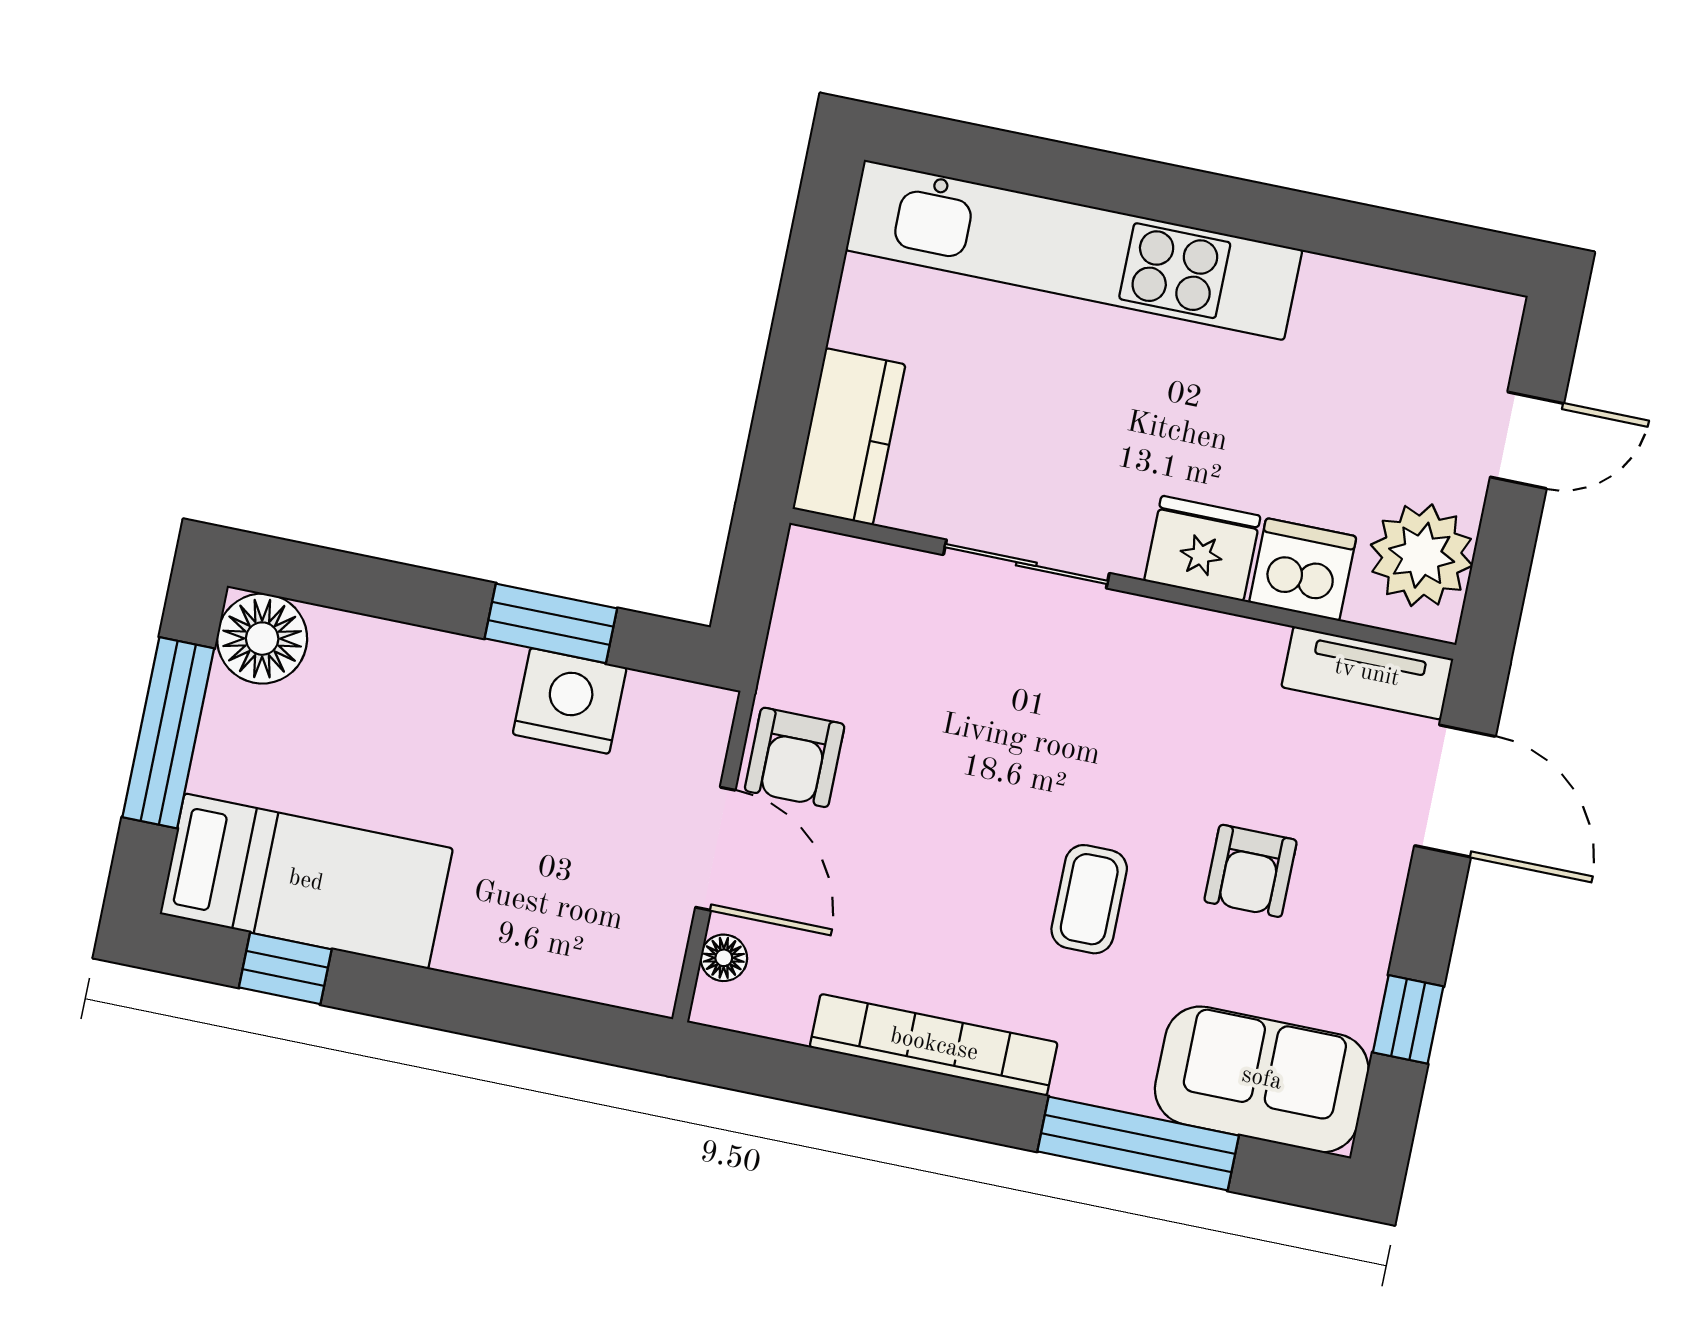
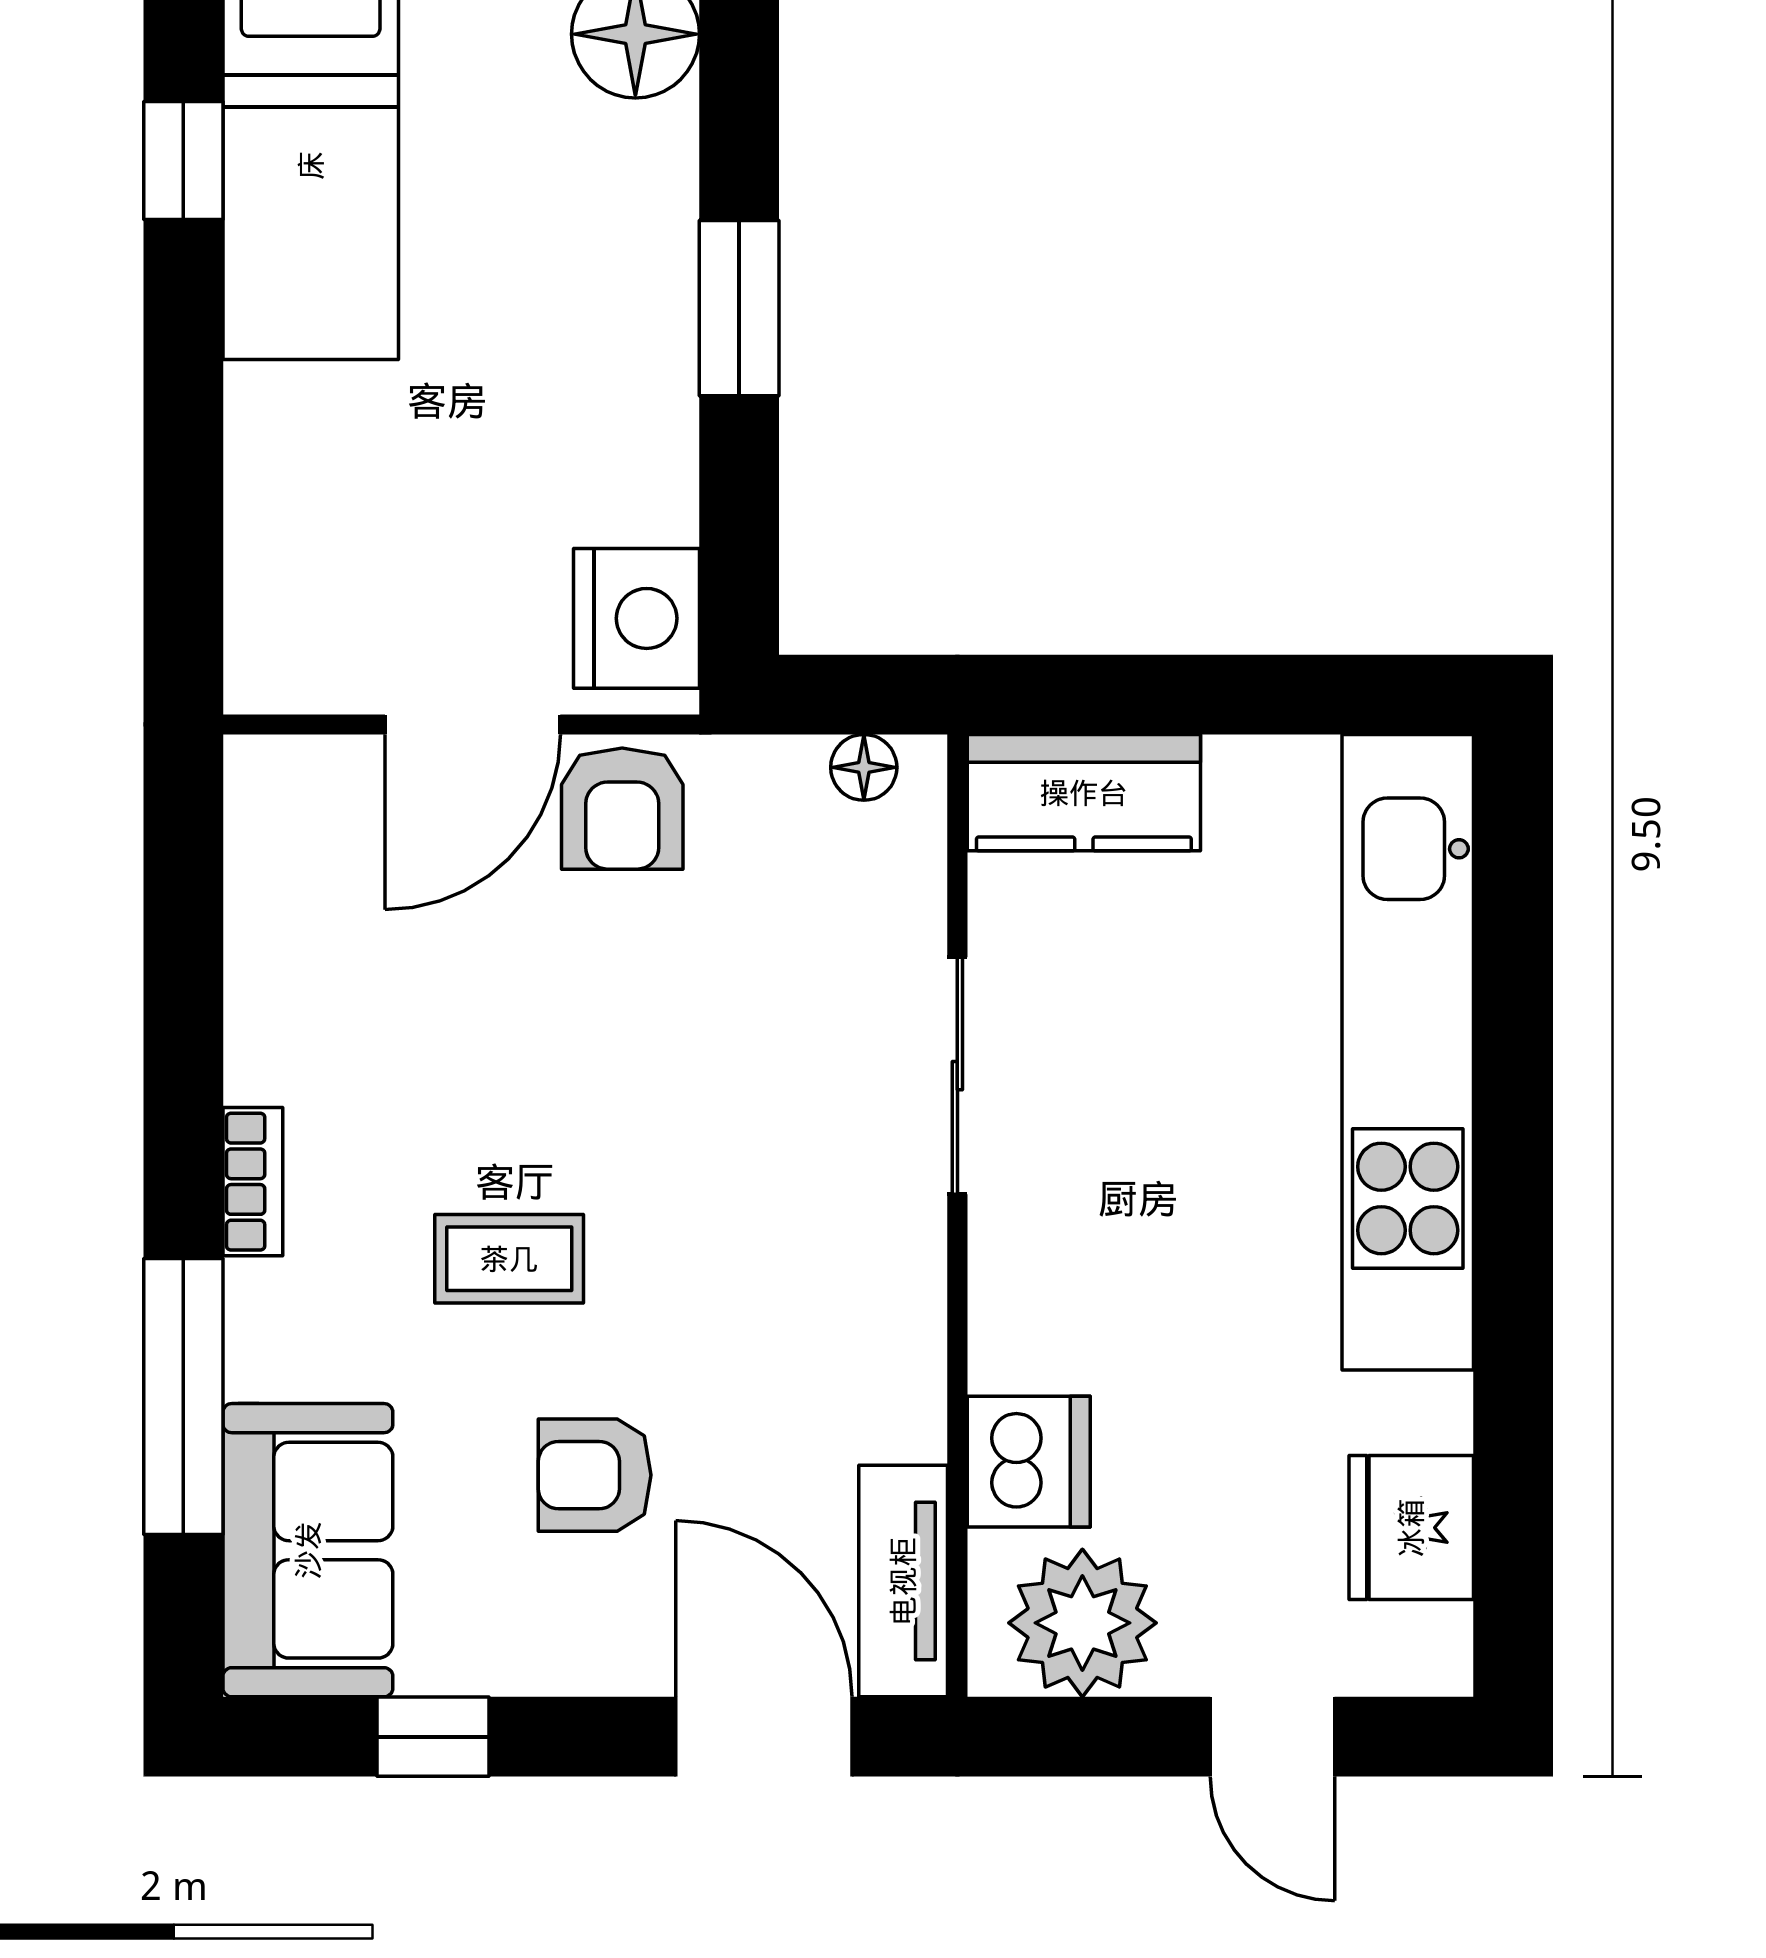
fridge: (1202, 548) -> (1411, 1528), moved, turned 180
window: (551, 623) -> (739, 308), moved
nightstand: (570, 701) -> (637, 618), moved
armchair: (795, 757) -> (622, 809), turned -90
door: (1455, 791) -> (764, 1737), swing flipped
floor lamp: (724, 958) -> (864, 767), moved
bookcase: (934, 1045) -> (253, 1182), width x0.43, depth x0.76

